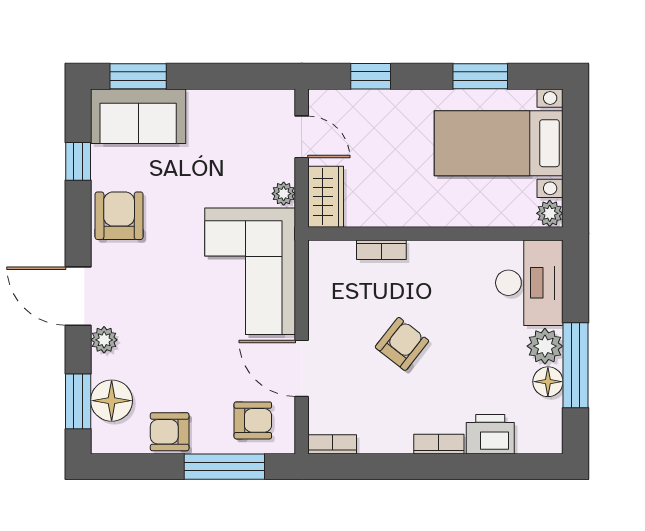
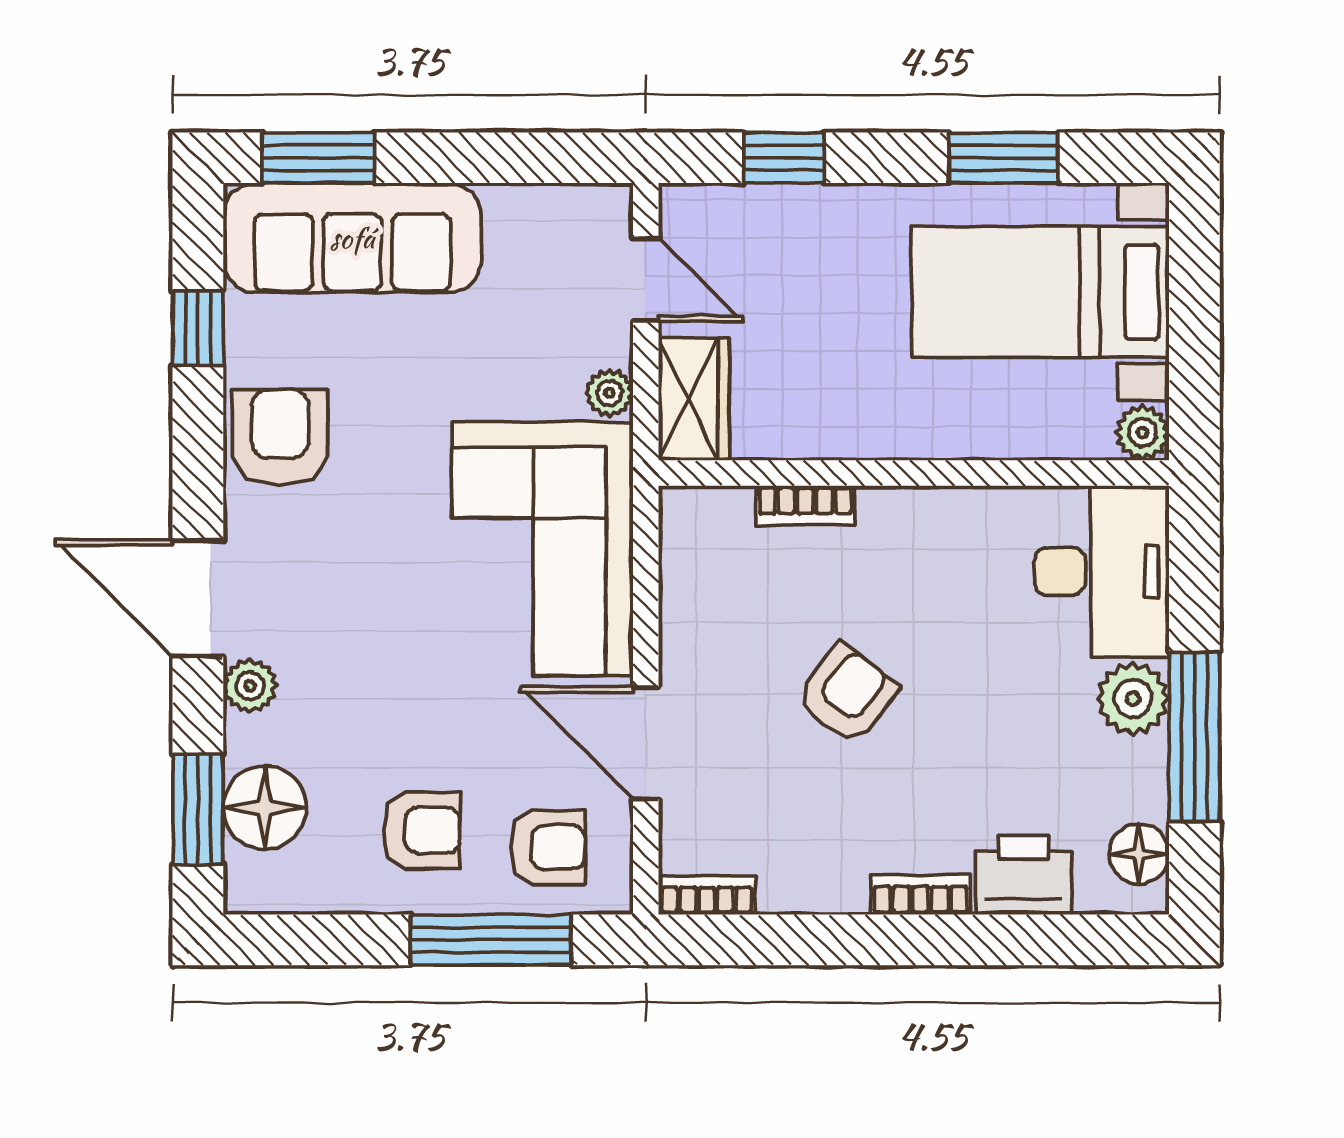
sofa: (138, 116) -> (352, 238), width x1.36
floor lamp: (548, 382) -> (1139, 854), moved
armchair: (170, 432) -> (422, 830), moved, turned 180

